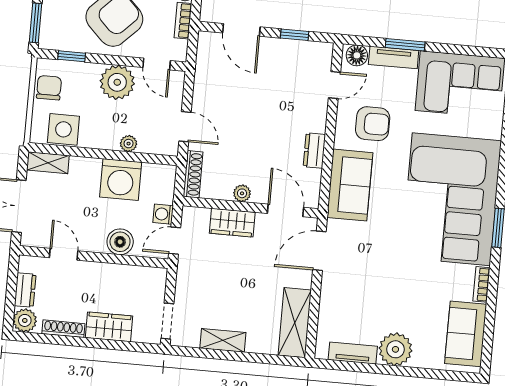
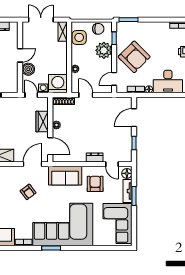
plant: (117, 82) -> (104, 50), moved
armchair: (373, 124) -> (95, 184), turned 180
door: (185, 127) -> (86, 95), swing flipped
dresser: (314, 151) -> (95, 157), moved
washing machine: (121, 180) -> (58, 84), moved, turned 90
door: (286, 210) -> (50, 146), hinge flipped
door: (319, 251) -> (33, 164), hinge flipped
door: (64, 254) -> (20, 55), moved
armchair: (377, 265) -> (28, 192), added

